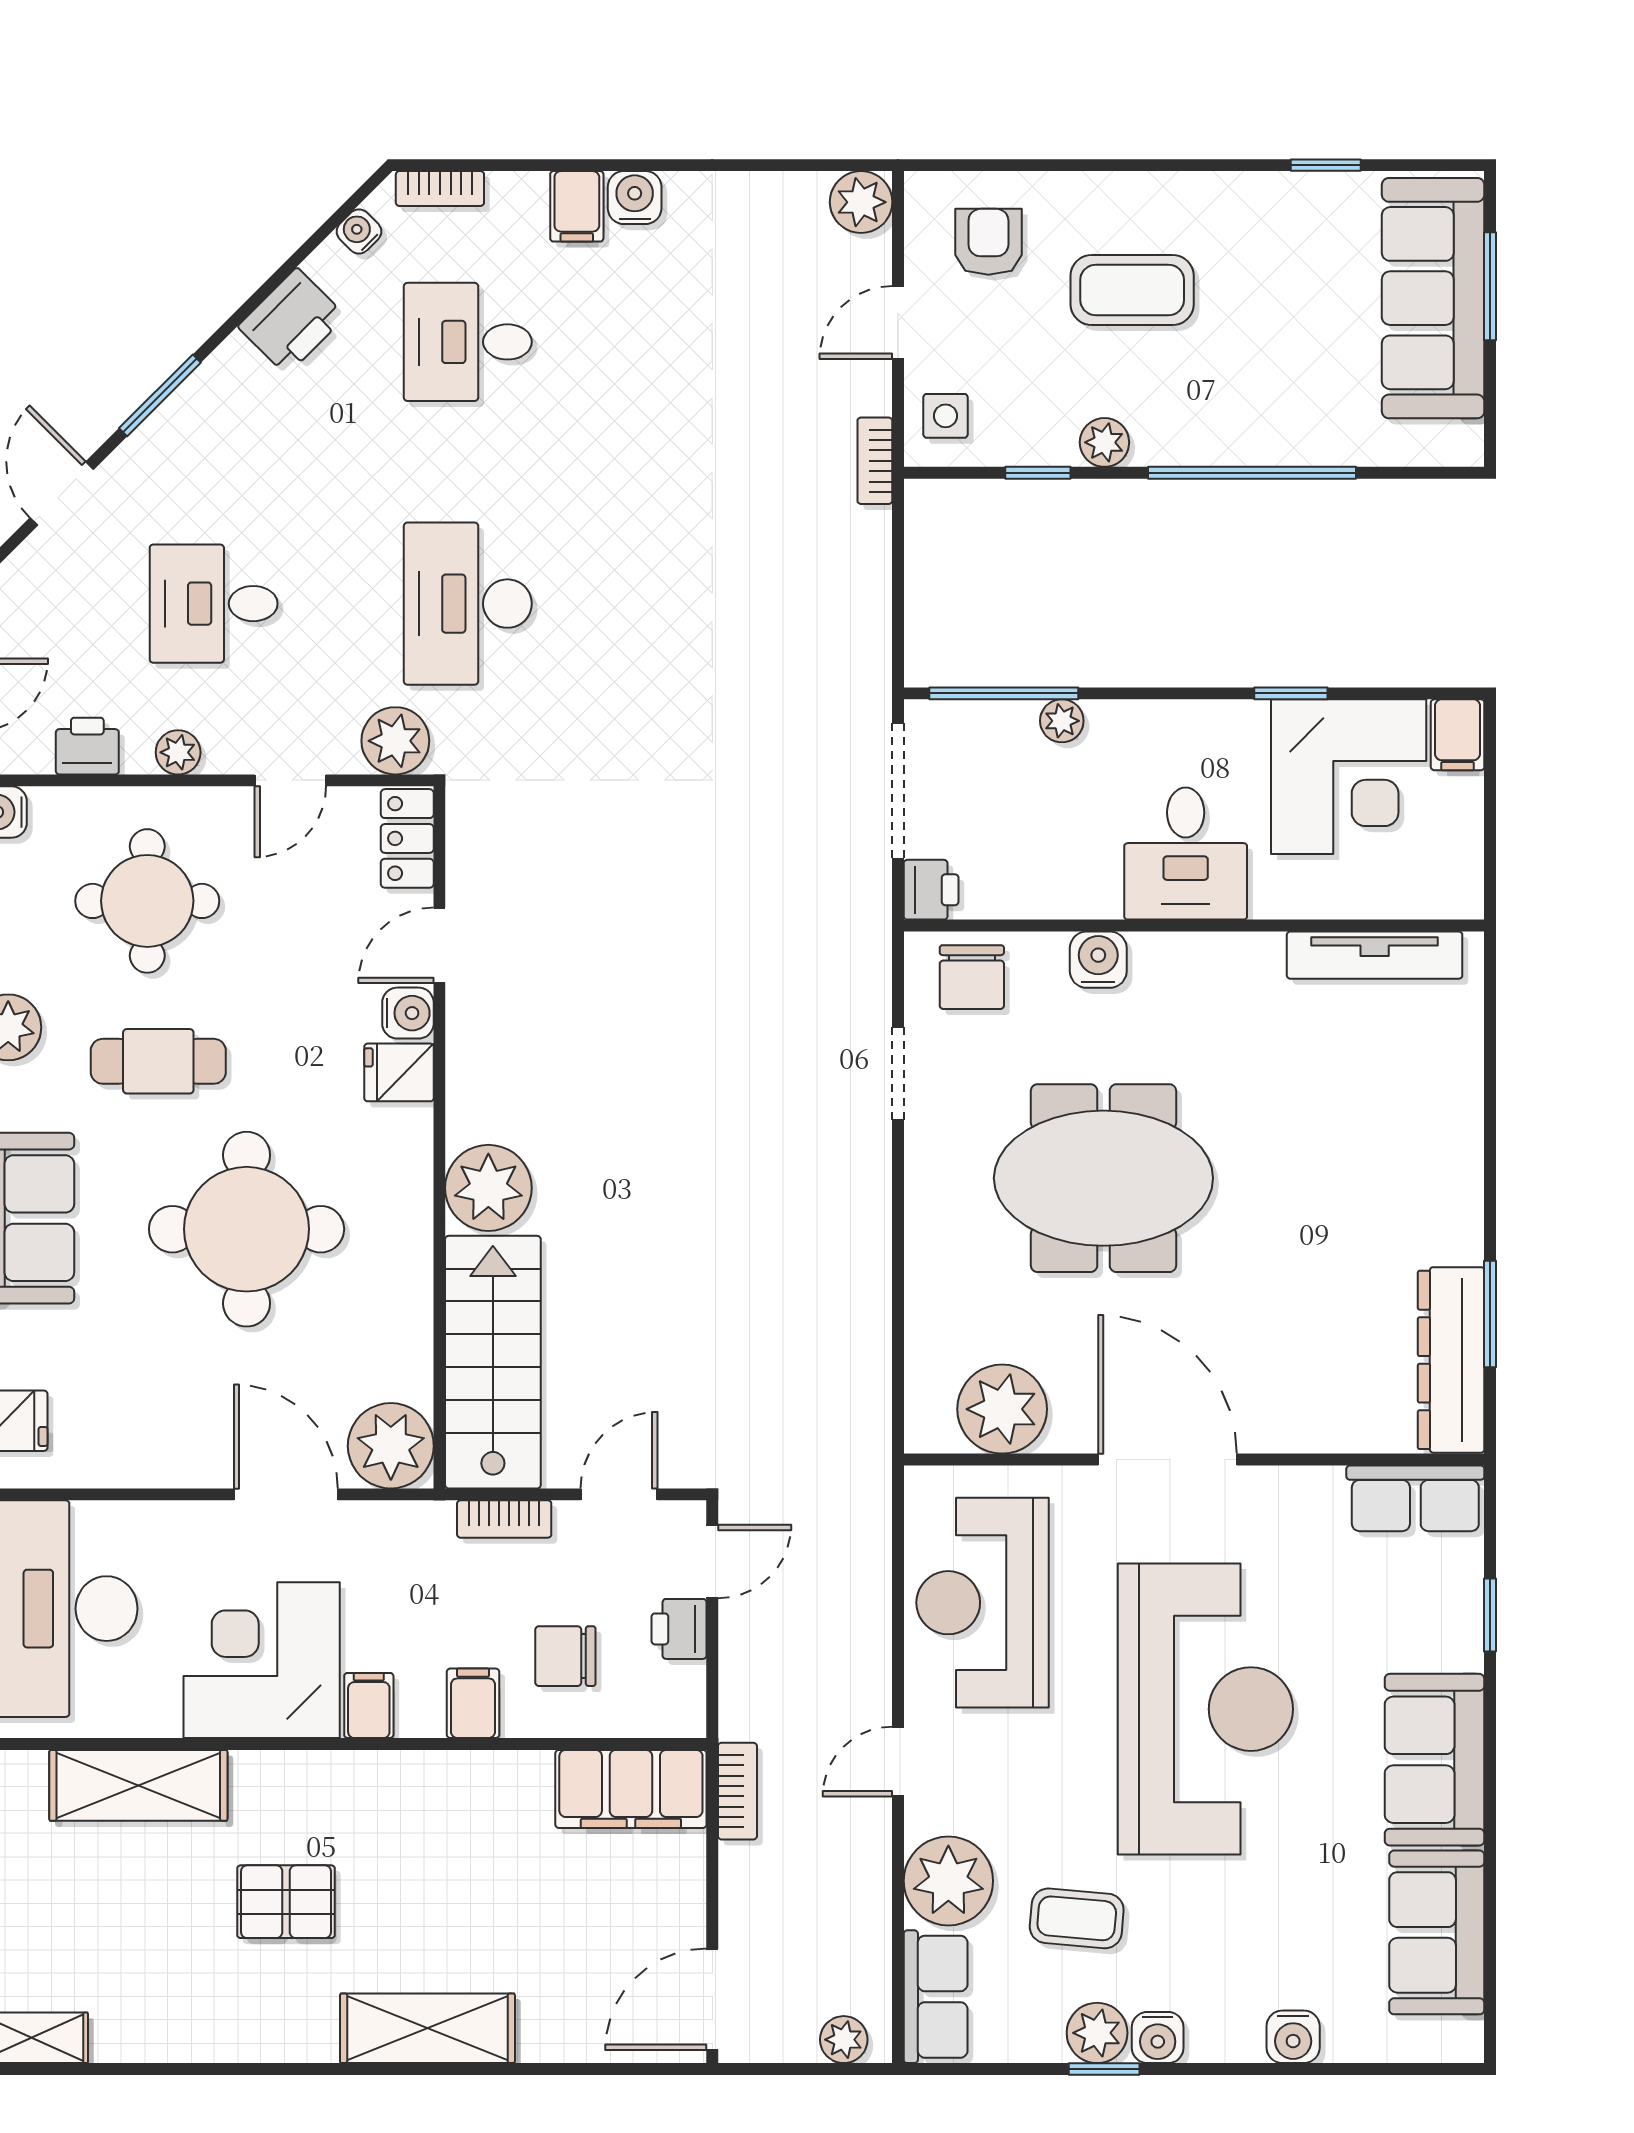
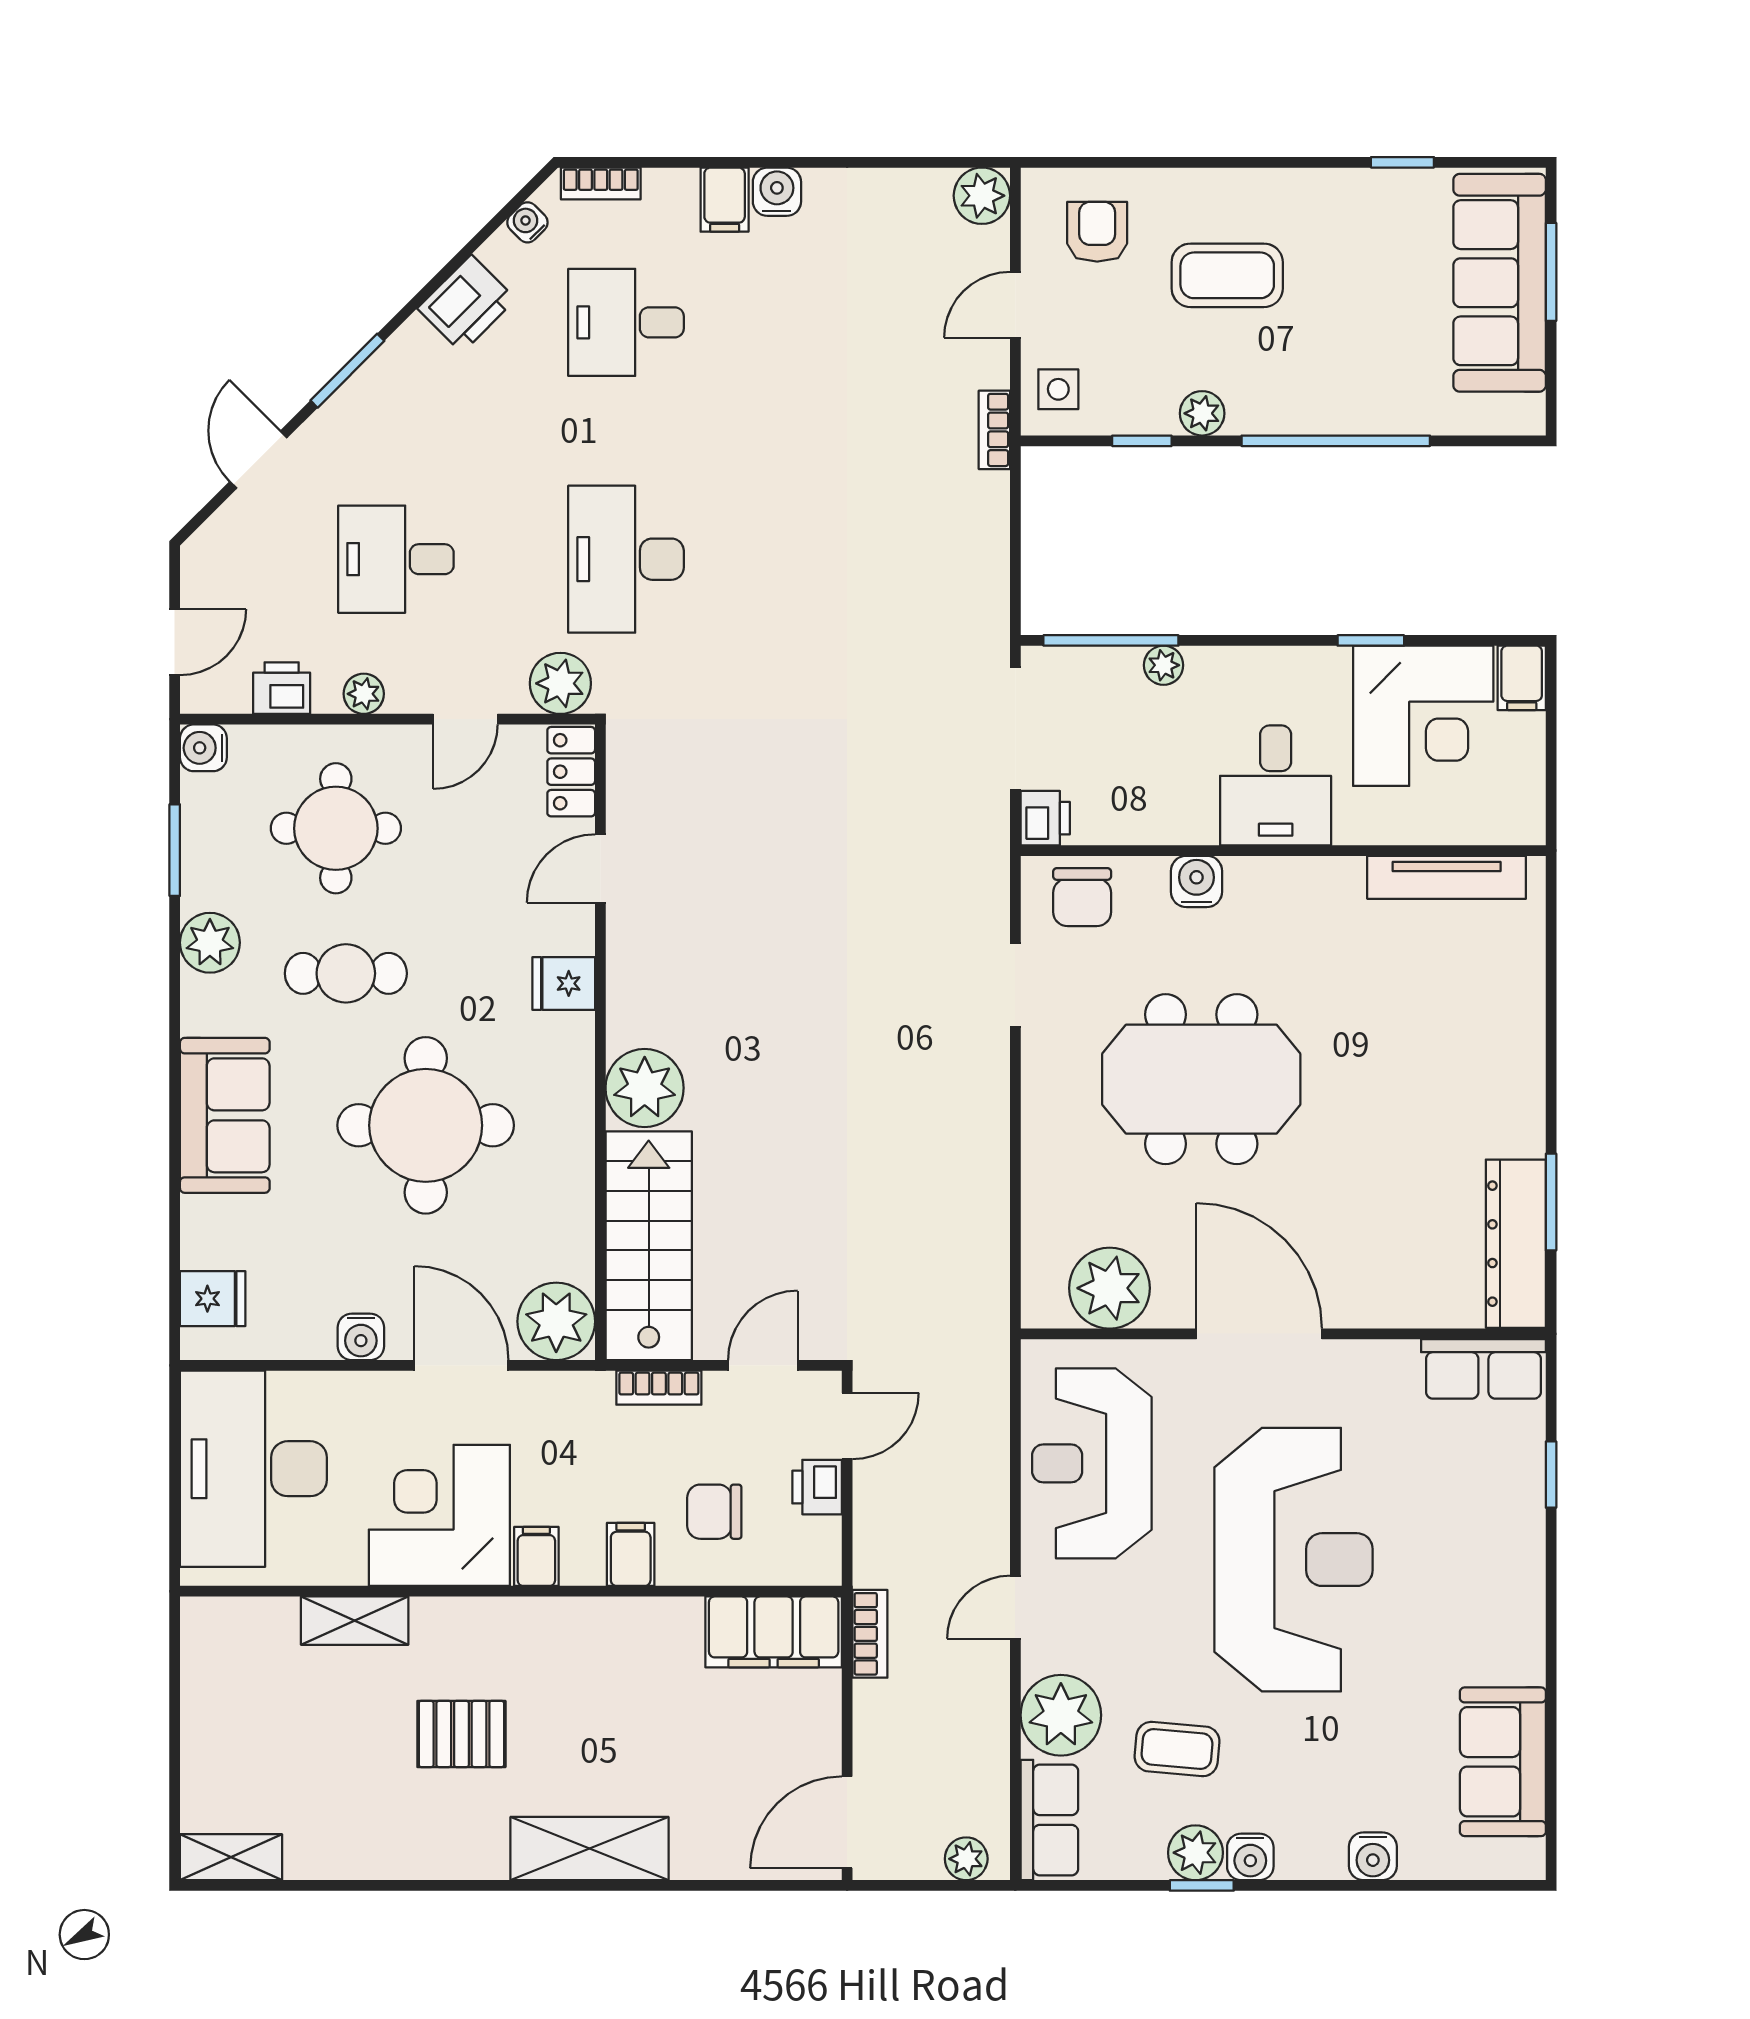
water cooler: (408, 1013) -> (361, 1337), moved, turned 90
sofa: (1435, 1760) -> (1501, 1605), removed
shelving: (138, 1785) -> (355, 1621), width x0.67, depth x0.75

